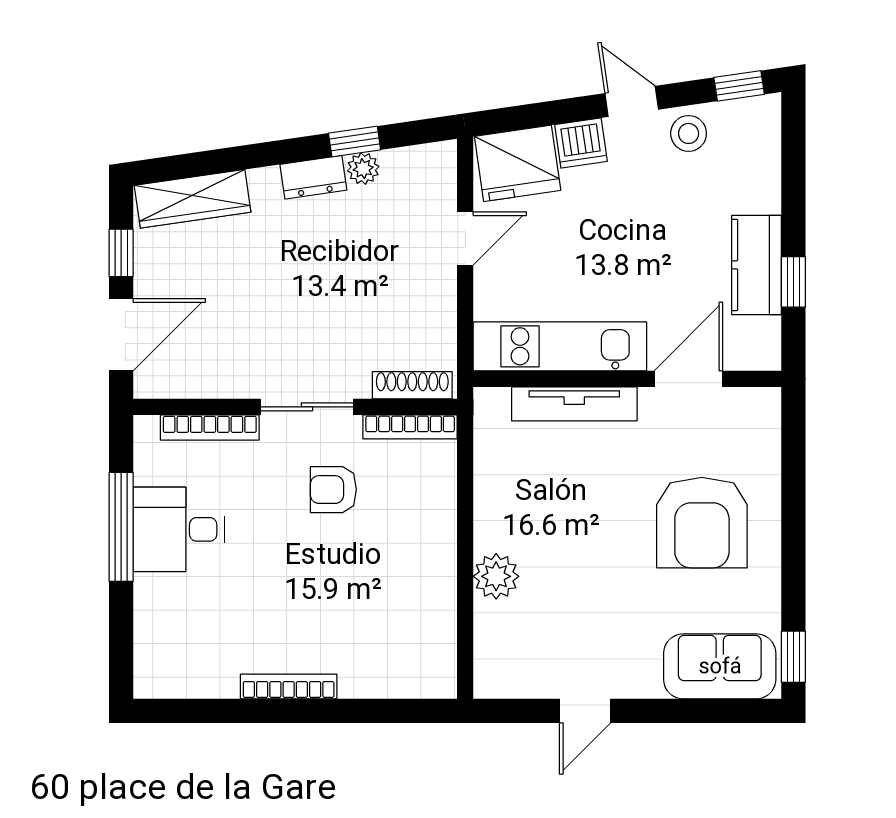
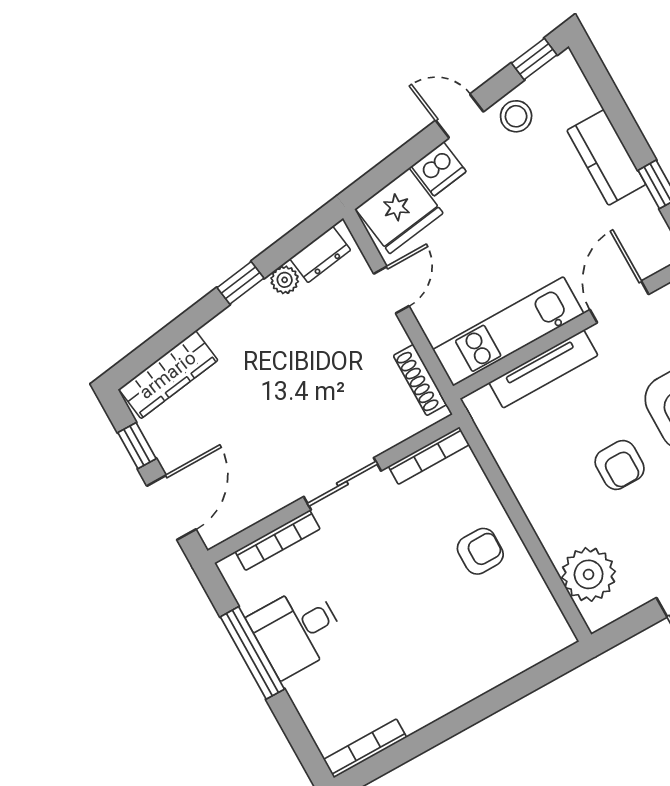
window: (355, 141) -> (241, 283), moved
dresser: (313, 177) -> (320, 254), moved
kitchen counter: (756, 265) -> (606, 157), moved
shoe rack: (412, 385) -> (420, 380), moved, turned -90
armchair: (333, 490) -> (480, 551), moved, turned 180
armchair: (597, 544) -> (620, 465), added
plant: (496, 576) -> (589, 574), moved, width x1.36, depth x1.36
bookcase: (289, 686) -> (365, 748), moved

